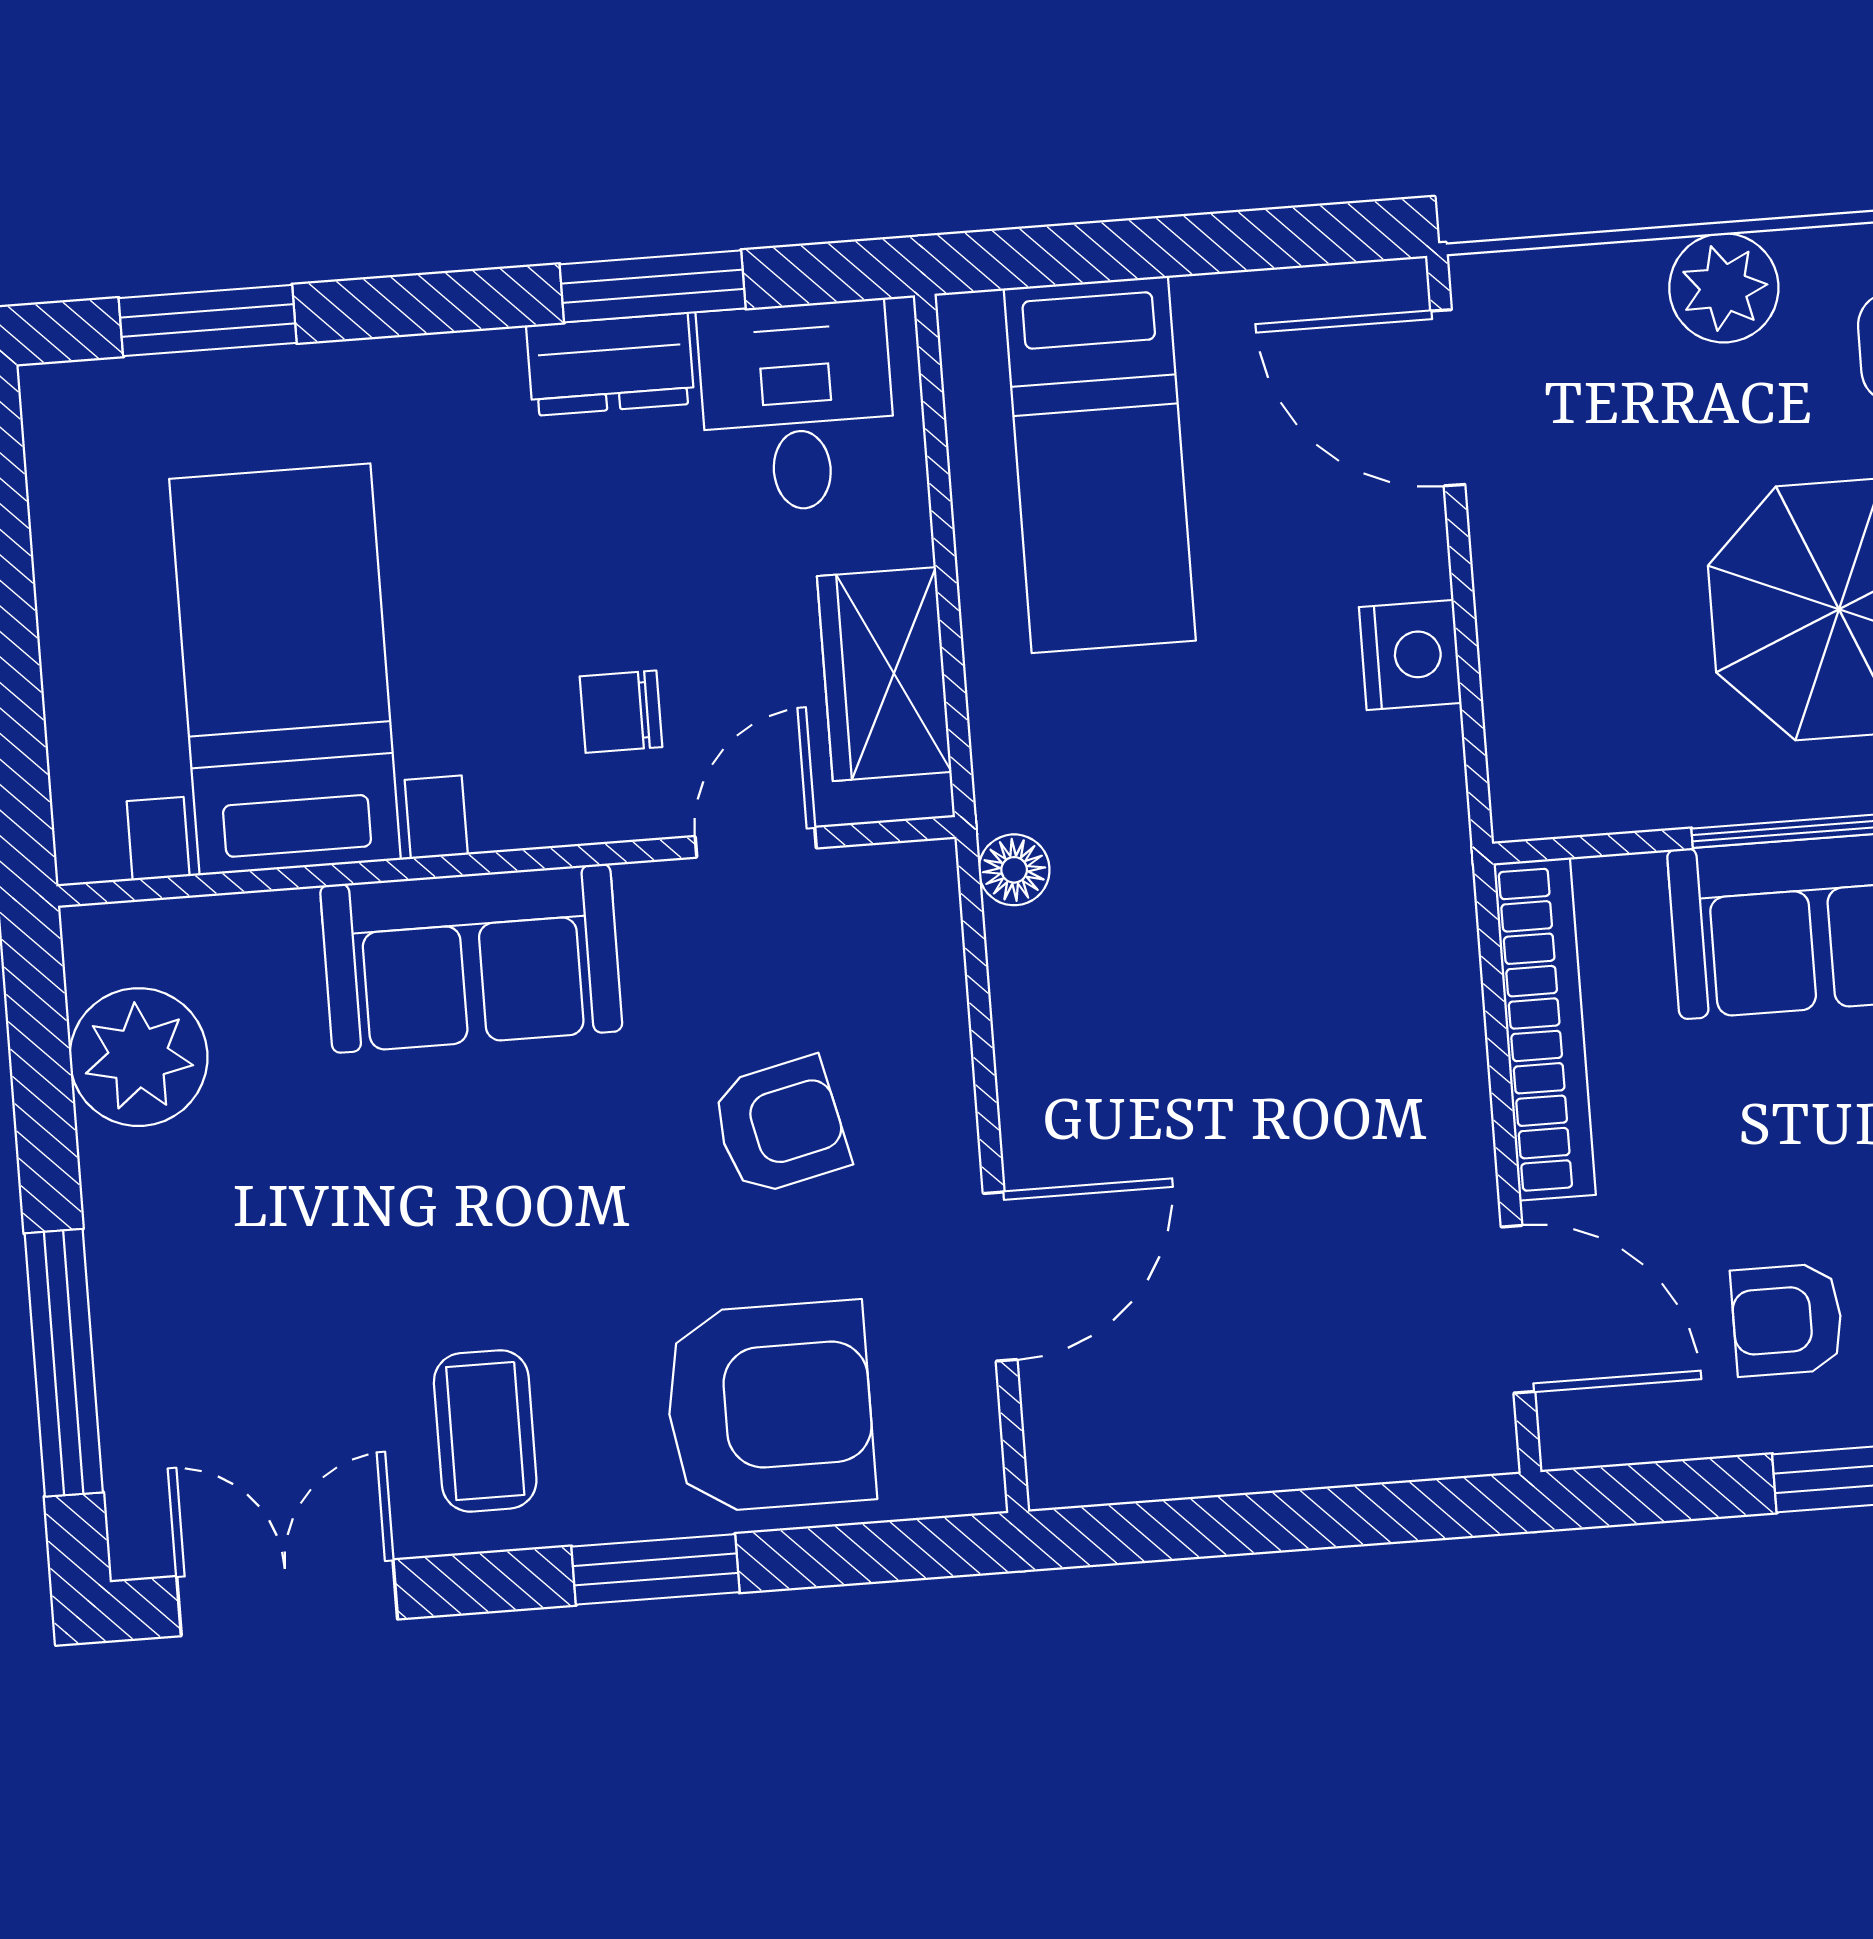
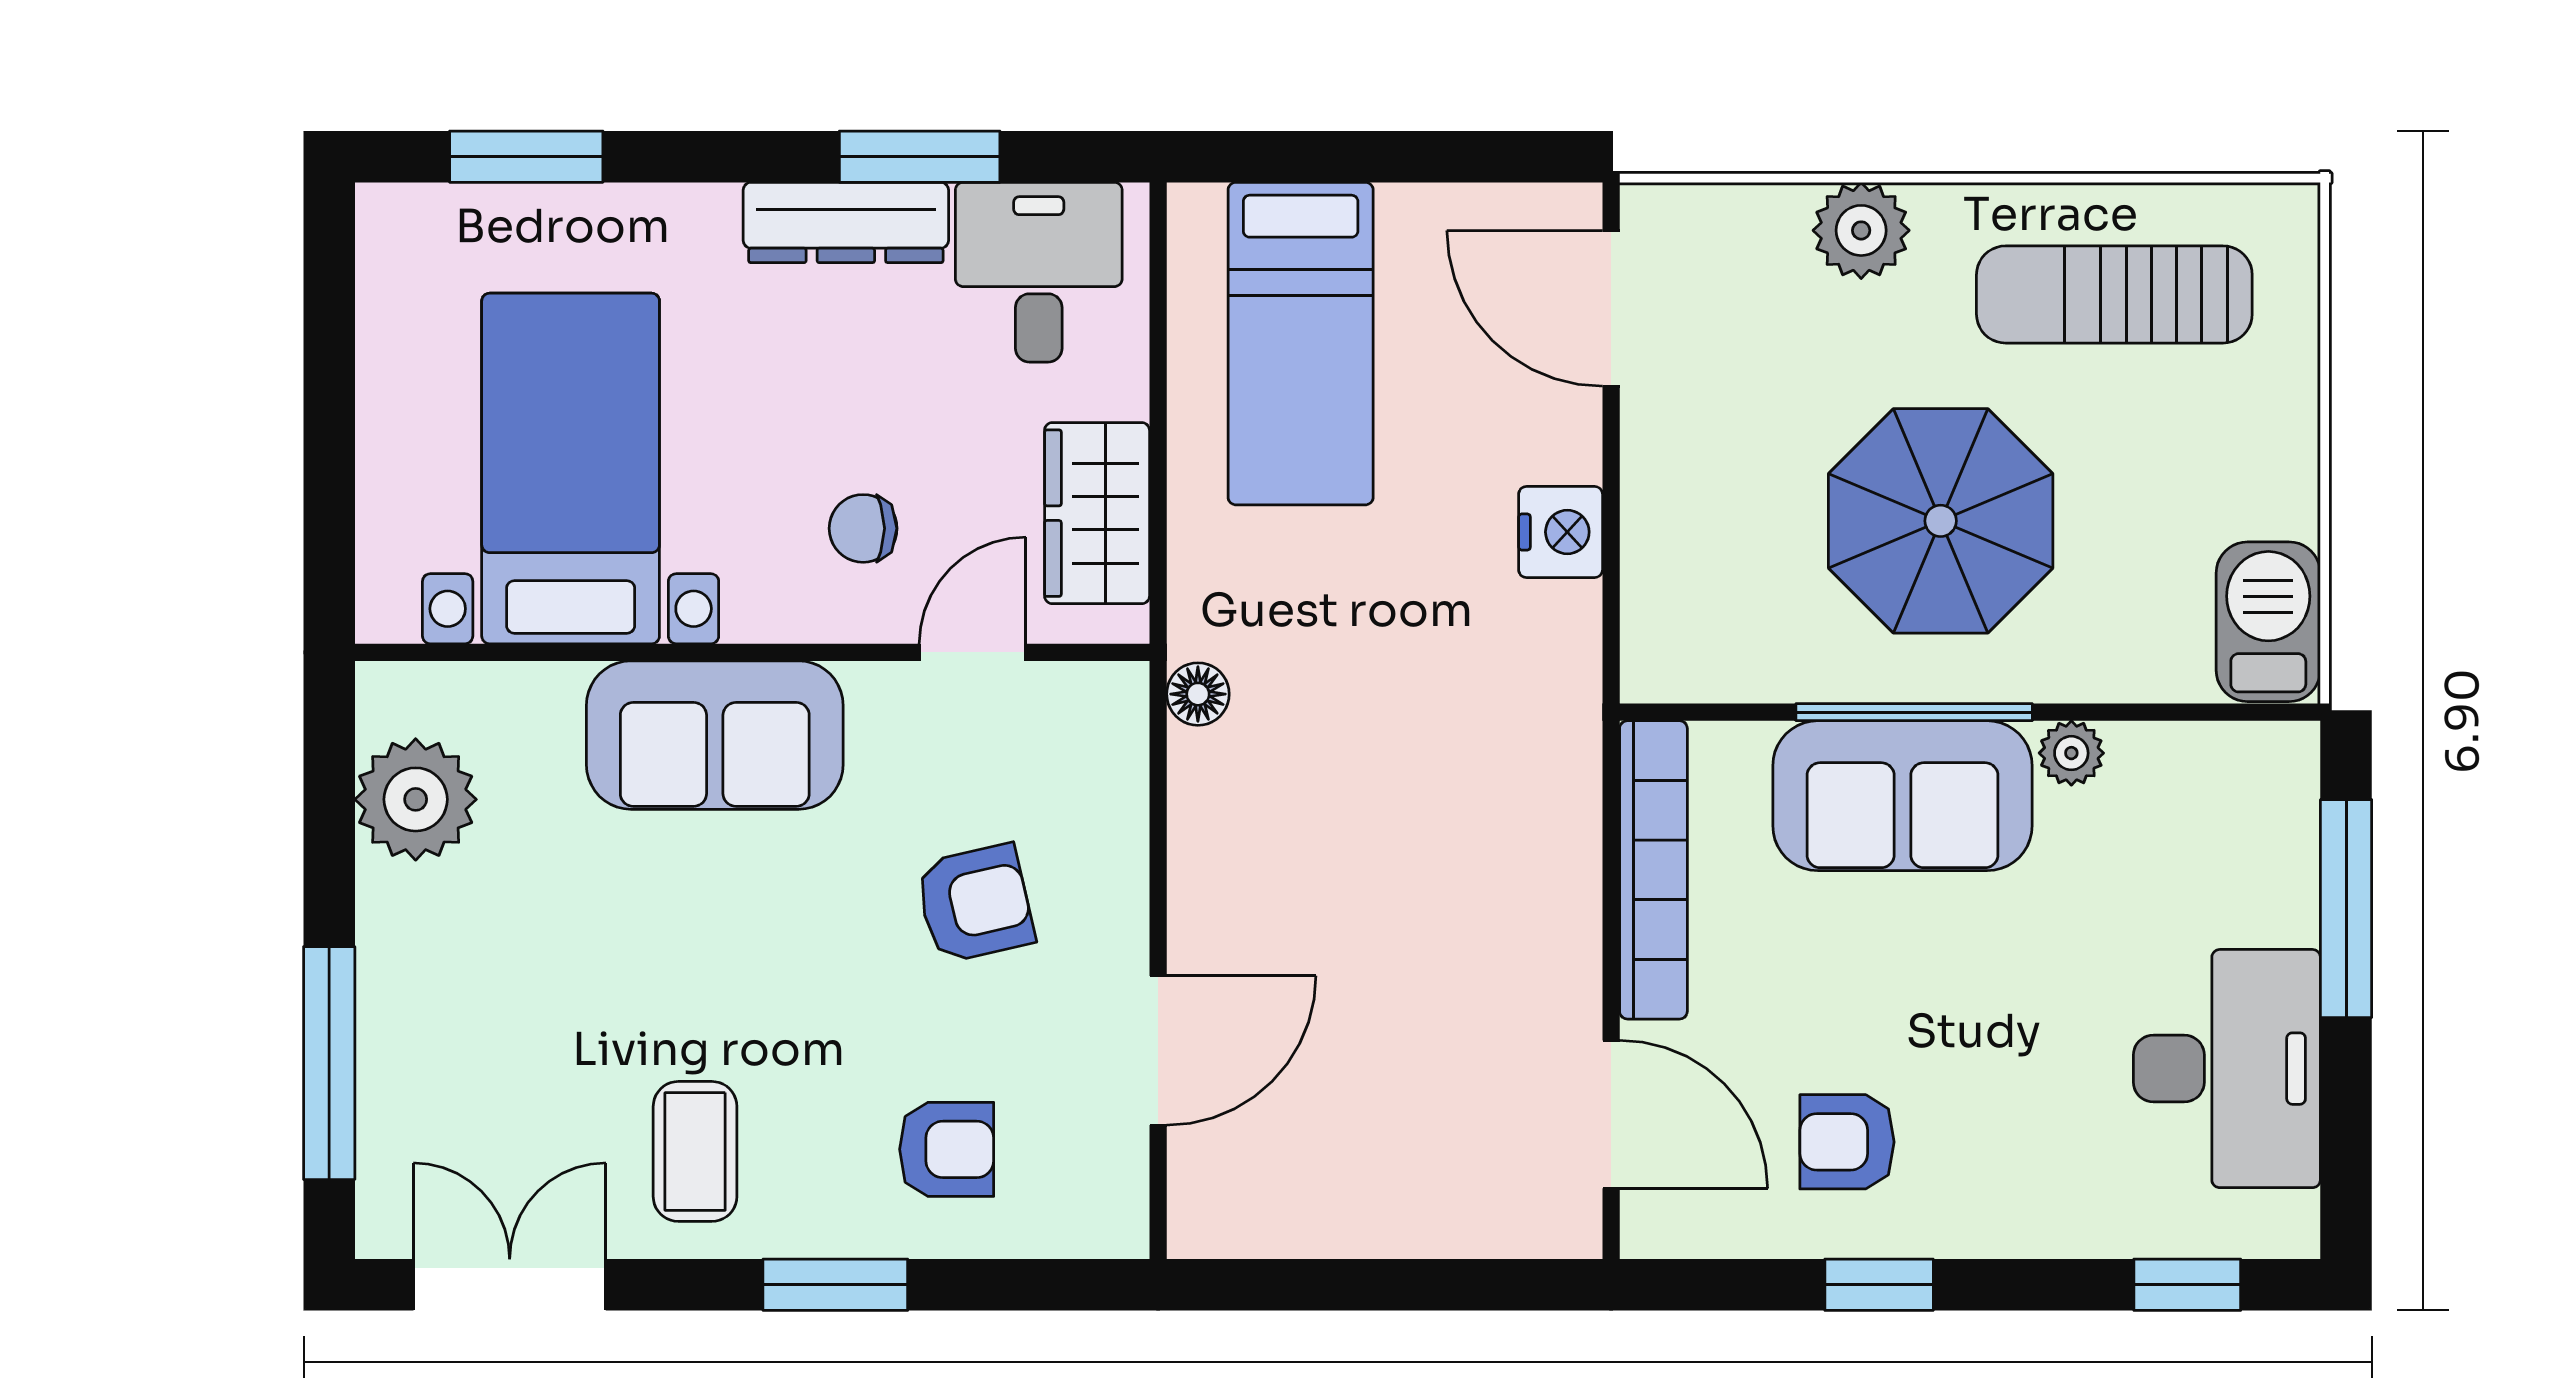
dresser: (610, 364) -> (846, 222), width x1.44
armchair: (770, 1407) -> (947, 1149), width x0.53, depth x0.53

